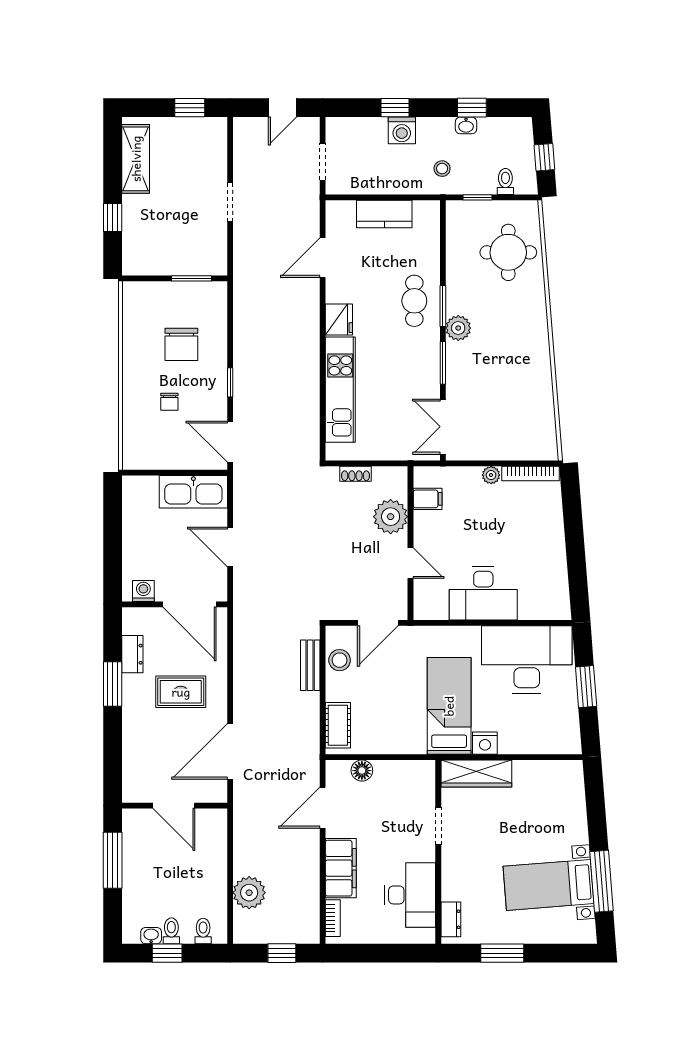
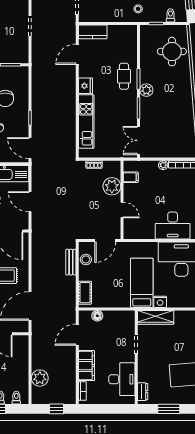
kitchen counter: (384, 214) -> (93, 32), moved
desk: (483, 594) -> (173, 226), moved

